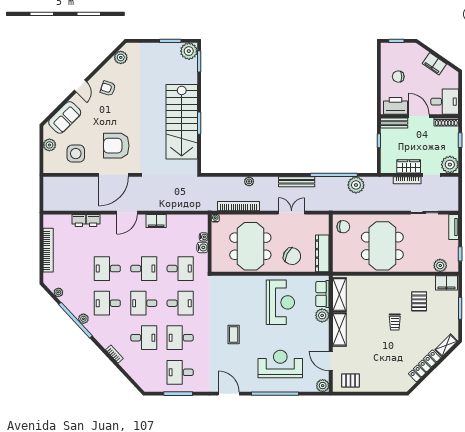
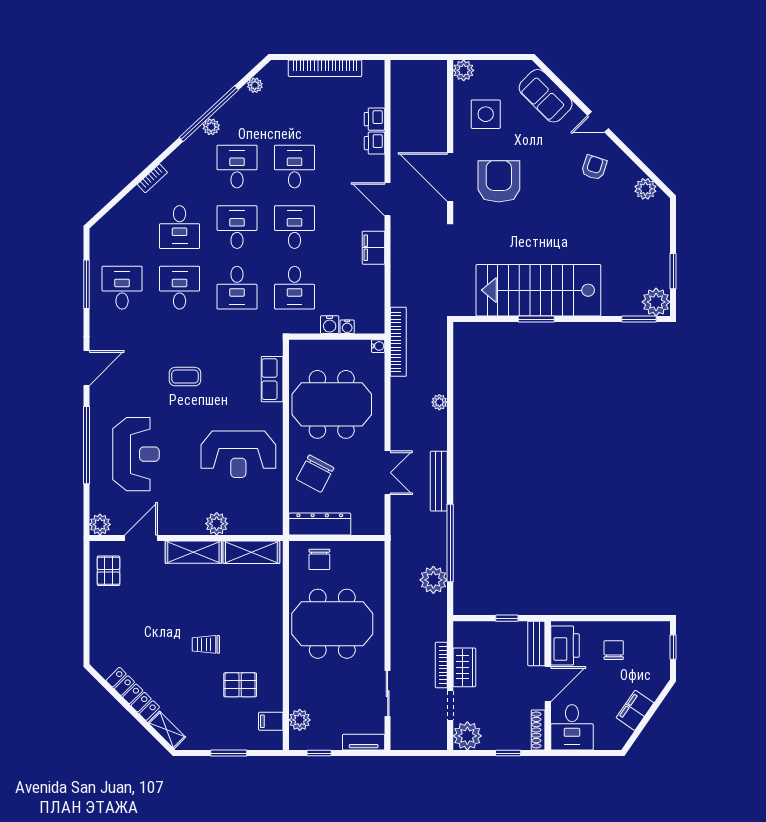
plant: (49, 145) -> (464, 70), moved
bookcase: (238, 206) -> (398, 342), moved
chair: (343, 227) -> (319, 559), moved
desk: (144, 269) -> (295, 227), turned 180
filing cabinet: (446, 283) -> (271, 721), width x0.50
row of seats: (322, 294) -> (272, 379), moved, turned -90

